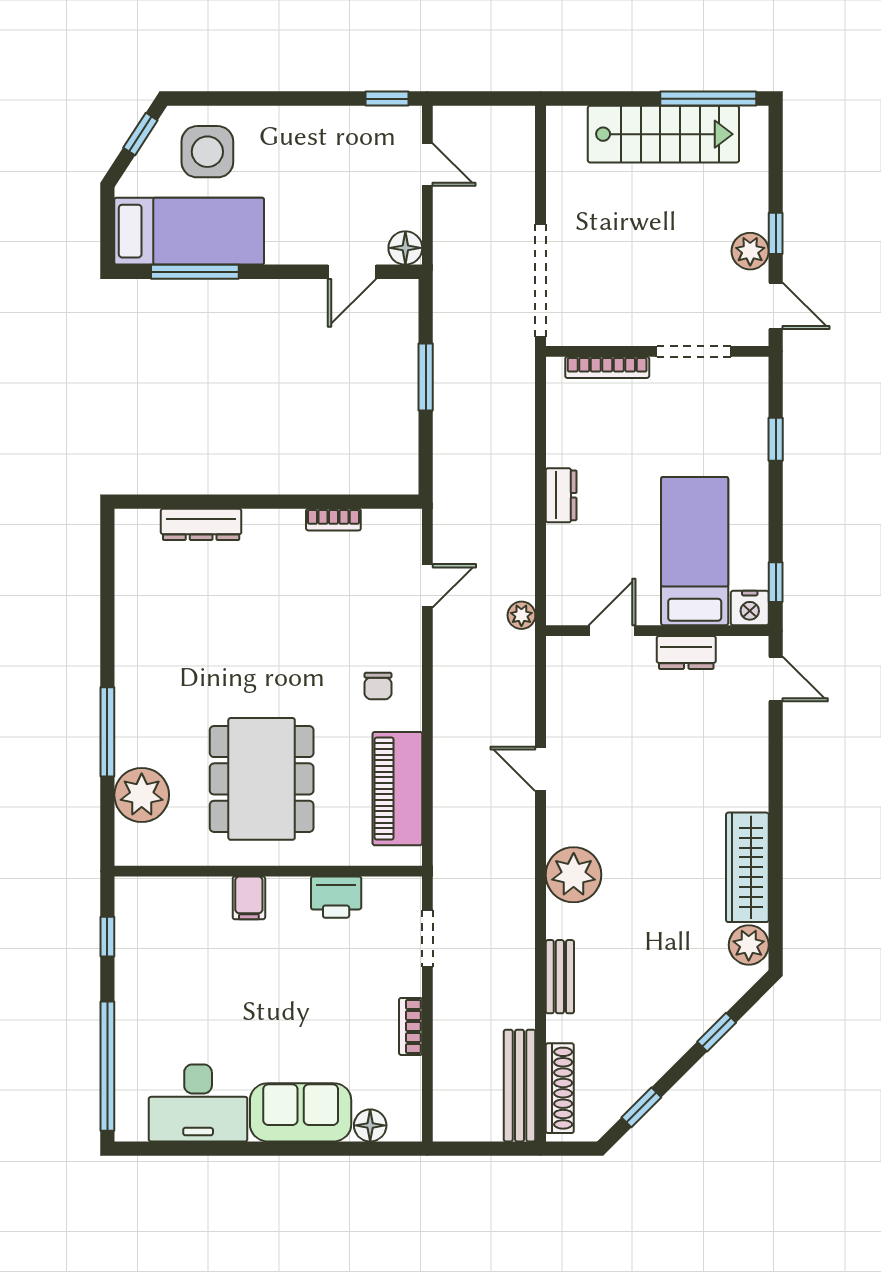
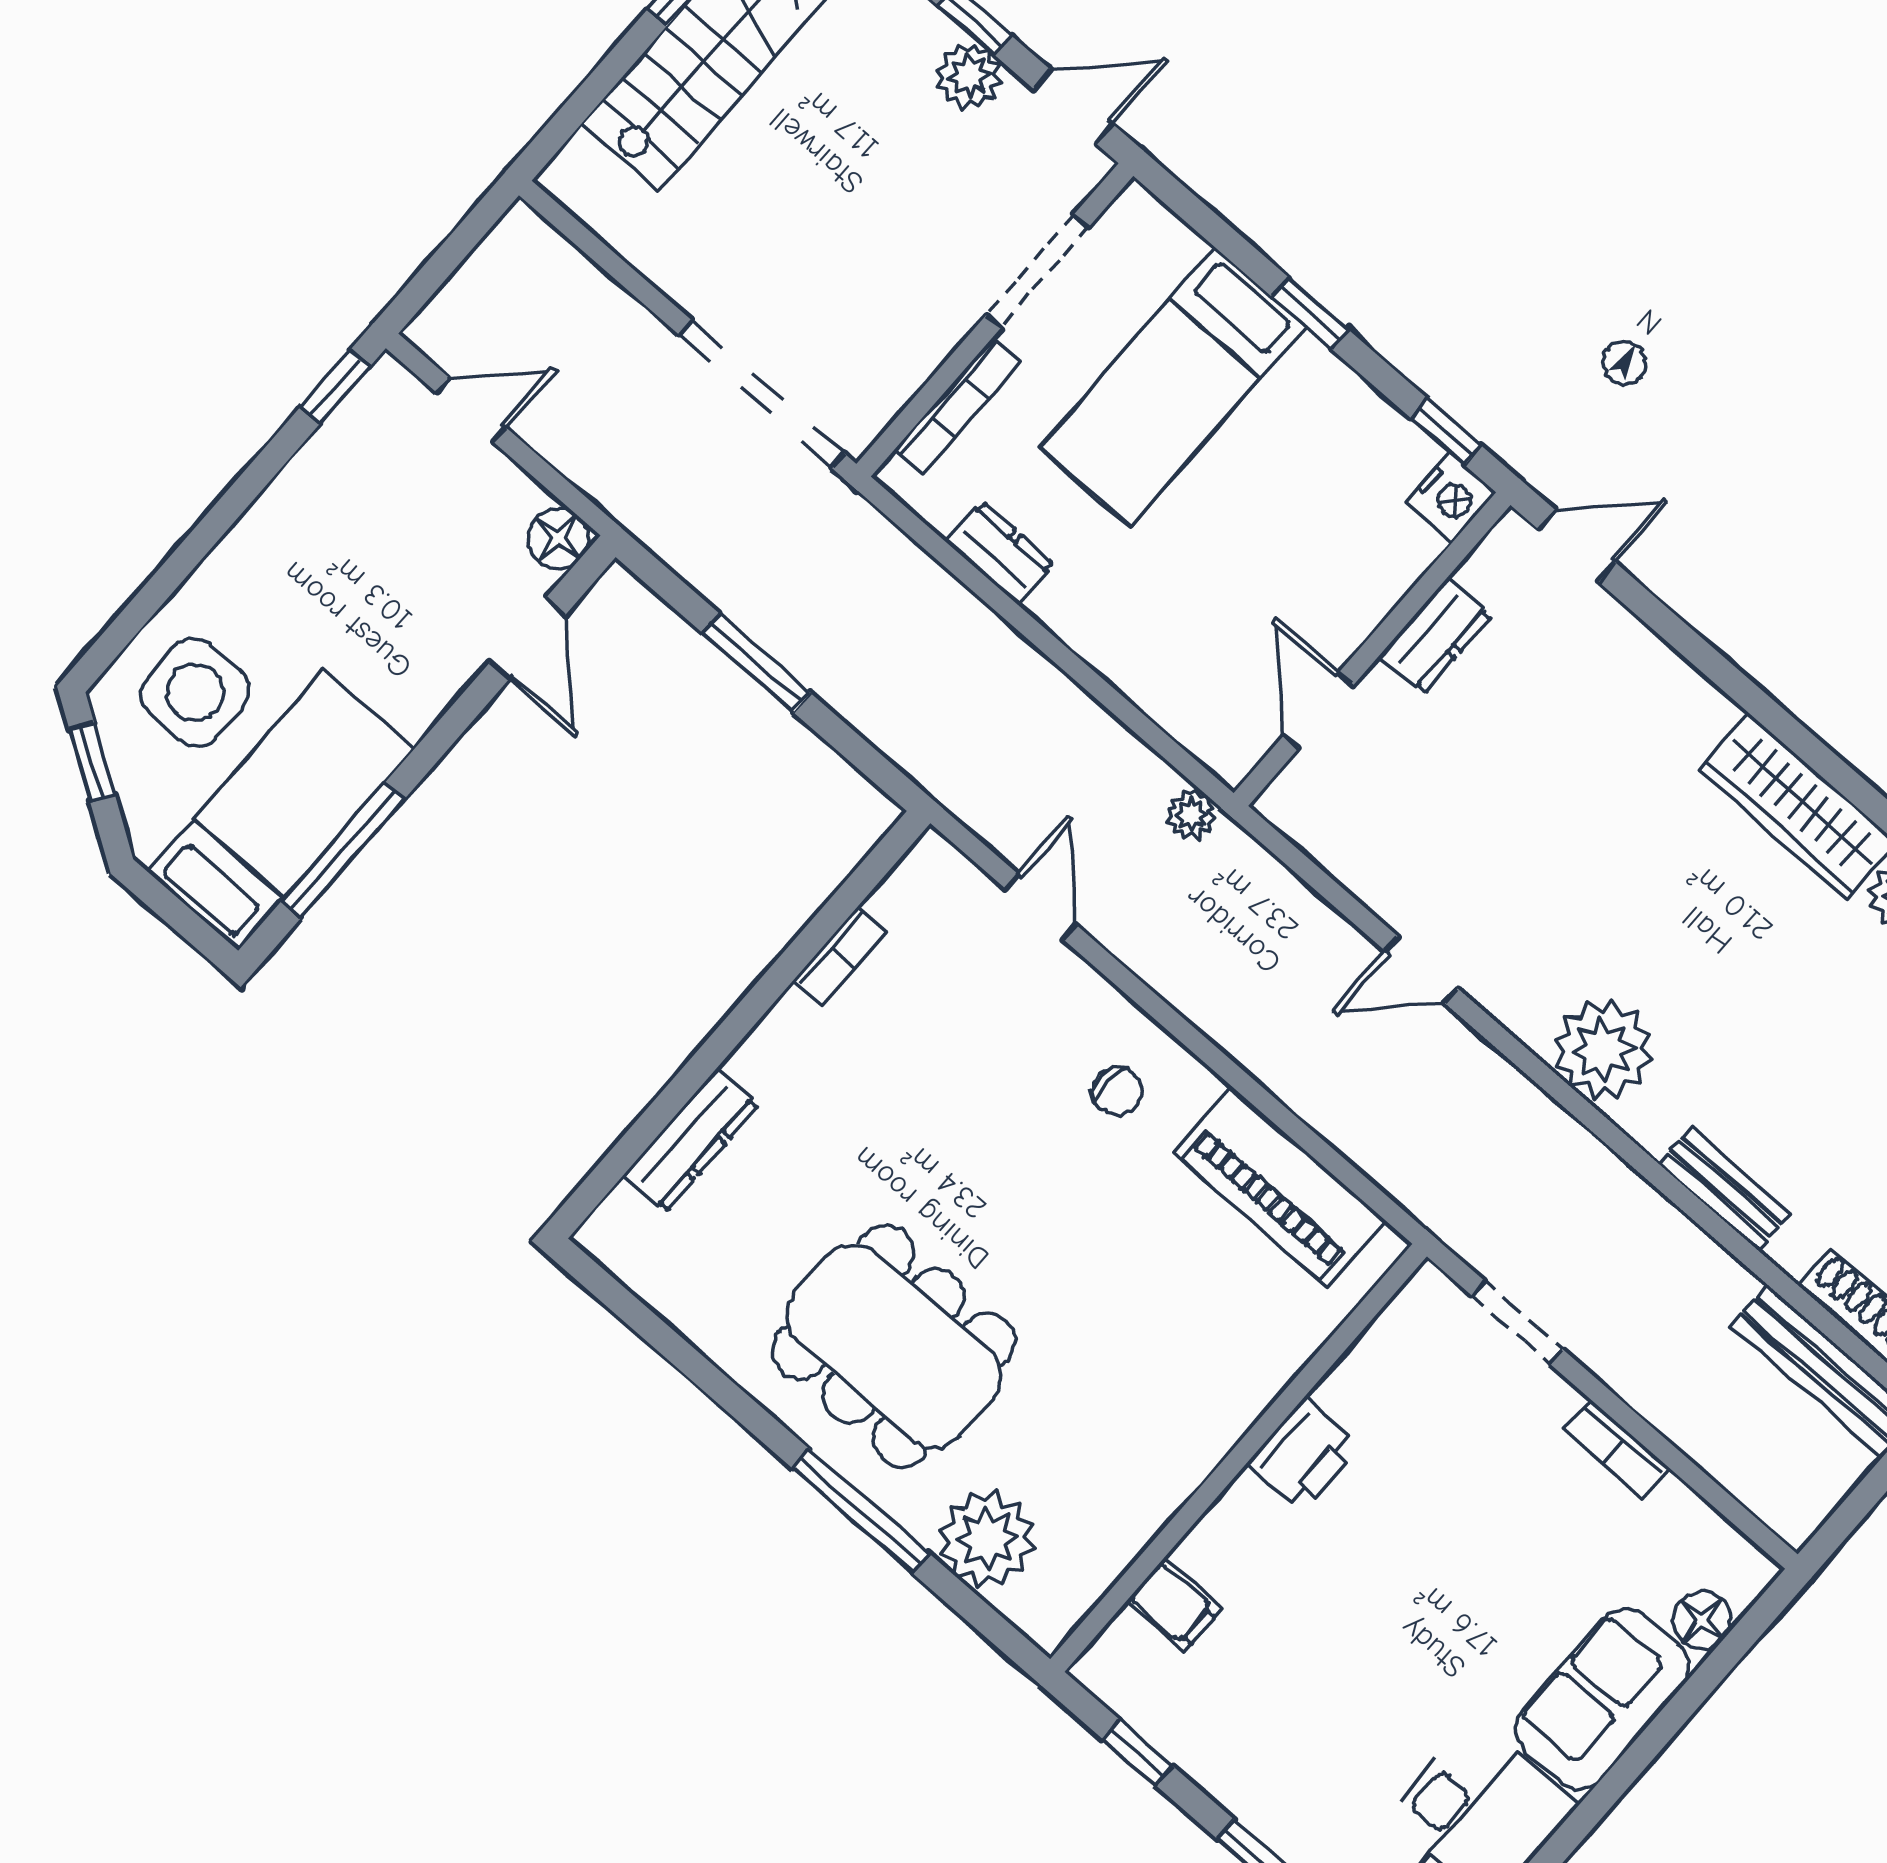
window: (776, 439) -> (1310, 313), moved
dresser: (561, 495) -> (1000, 553), moved
bed: (695, 551) -> (1173, 387), moved, turned -90
dining table: (262, 779) -> (893, 1346), moved
printer: (336, 897) -> (1303, 1455), moved
filing cabinet: (249, 898) -> (1174, 1605), moved

